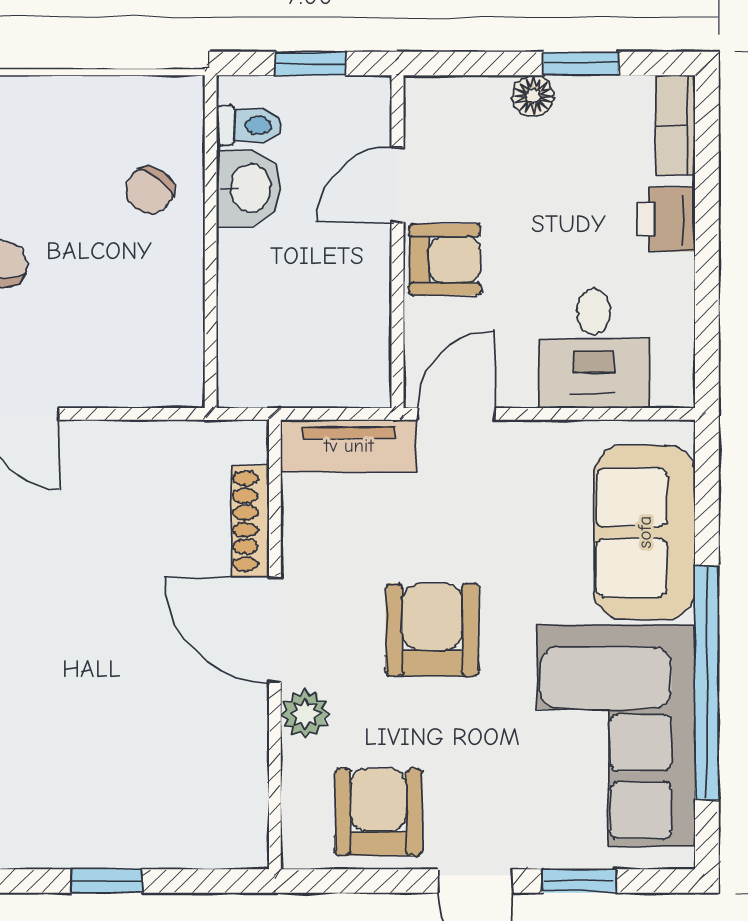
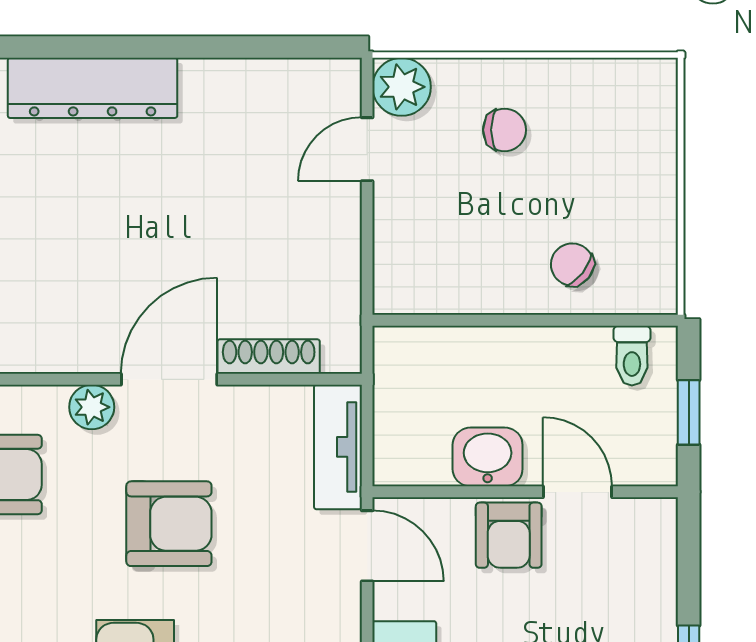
floor lamp: (533, 96) -> (659, 616), removed
washbasin: (249, 188) -> (488, 457), moved, turned 180

